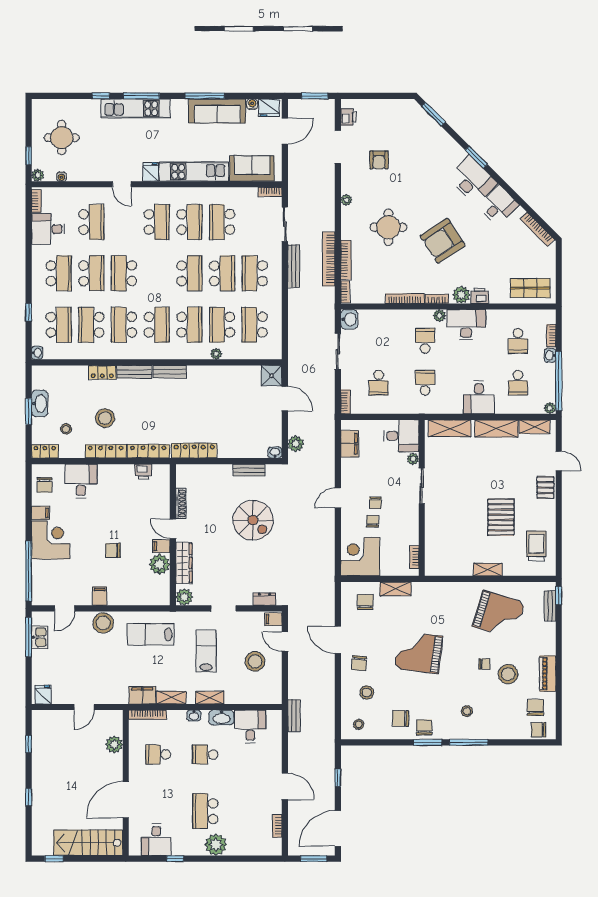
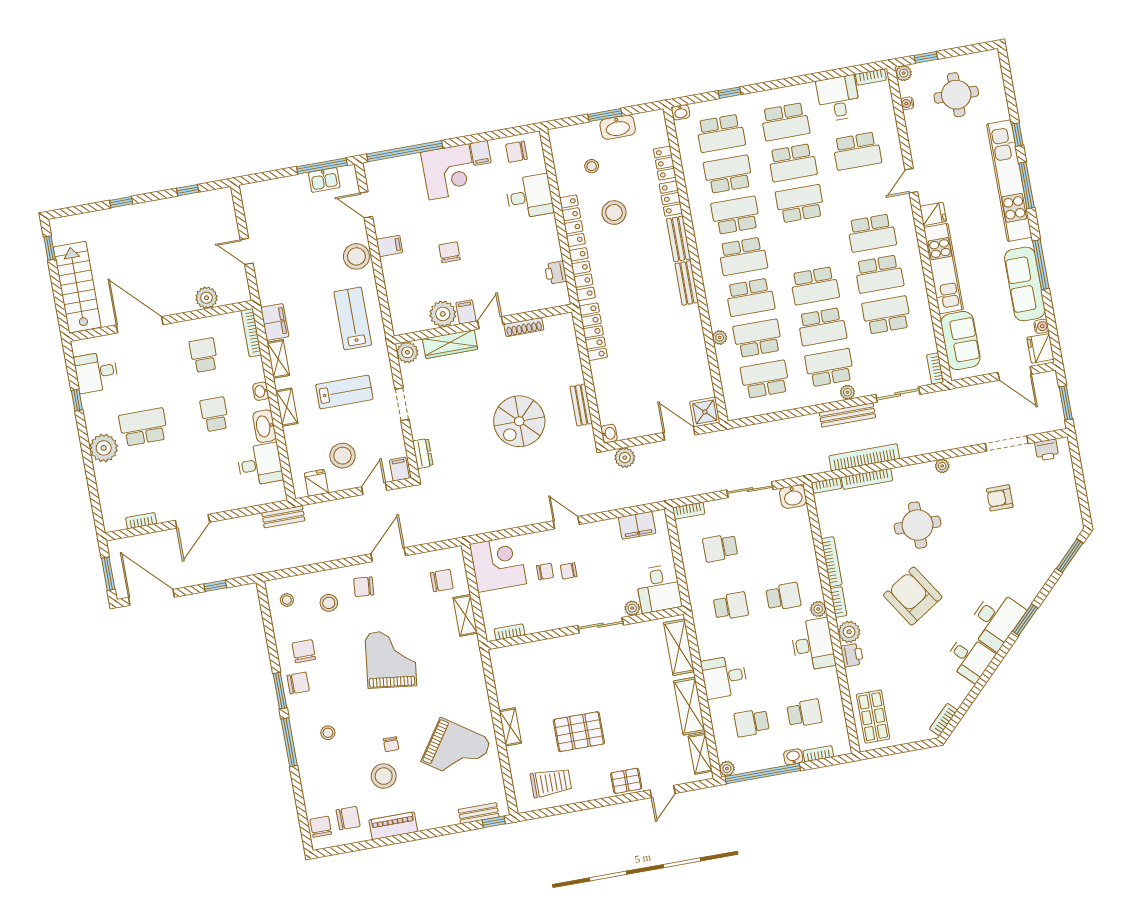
kitchen unit: (135, 109) -> (1009, 181), width x1.36
bookcase: (537, 229) -> (943, 720), width x0.64
plant: (276, 263) -> (847, 392), added
school desk: (518, 341) -> (804, 713), turned 180
door: (285, 399) -> (679, 434), swing flipped
locker: (45, 451) -> (665, 163), moved, turned 180
grand piano: (499, 615) -> (456, 751), turned -73
fridge: (43, 695) -> (316, 483), moved, turned -90

